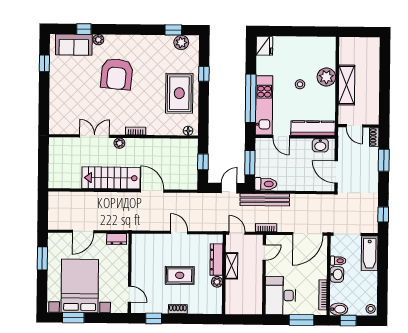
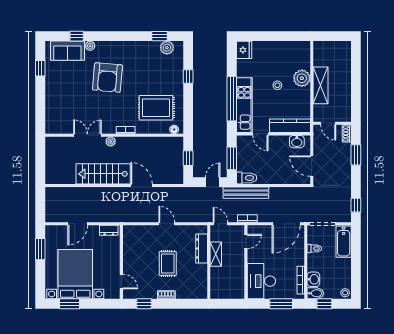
rug: (179, 93) -> (156, 108), moved, turned 90
washbasin: (337, 274) -> (313, 279), moved
rug: (180, 275) -> (168, 263), turned 90
plant: (217, 282) -> (202, 269), removed

